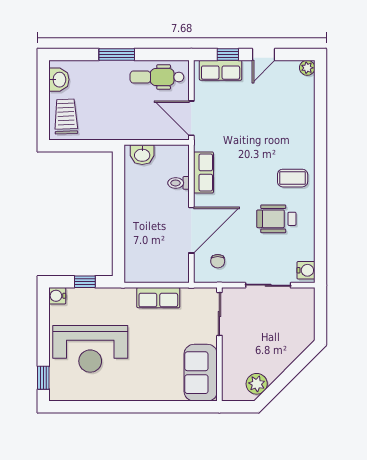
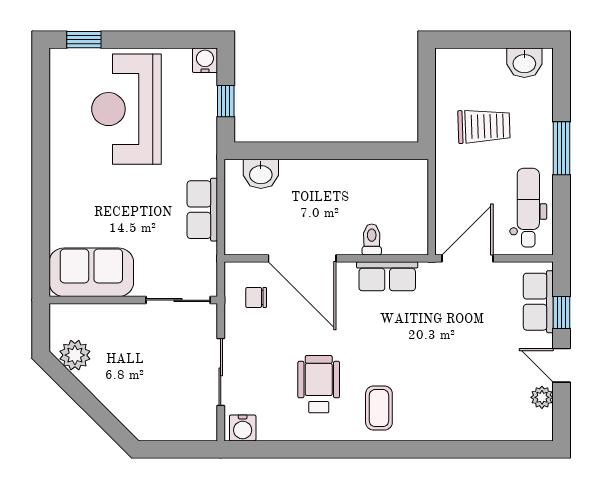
plant: (307, 68) -> (542, 397), moved
trolley: (66, 117) -> (484, 126), moved
washbasin: (142, 155) -> (261, 174), moved, turned -90

